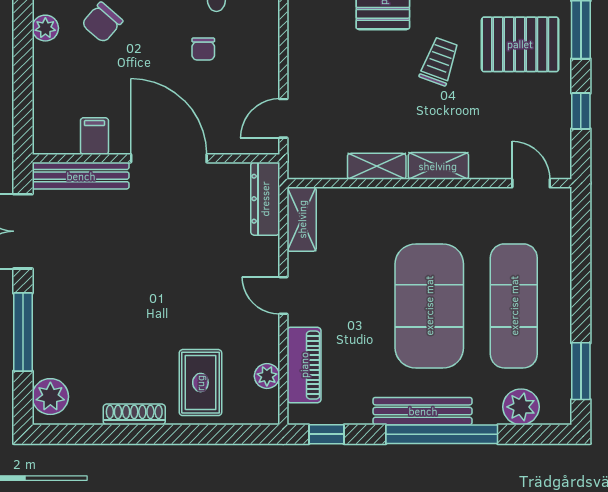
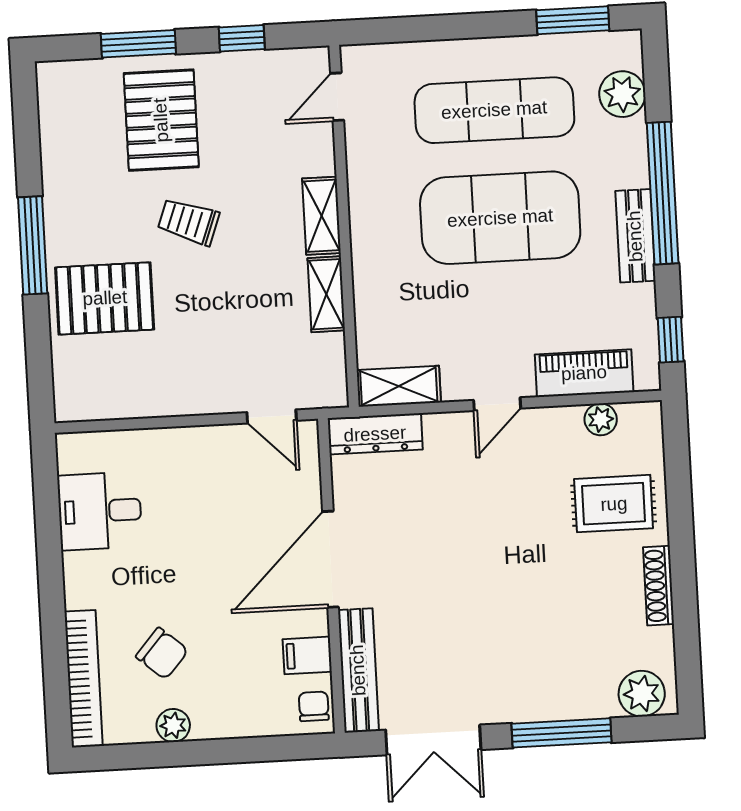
chair: (203, 49) -> (314, 706), moved, turned -90
bench: (423, 411) -> (635, 236), width x0.73

